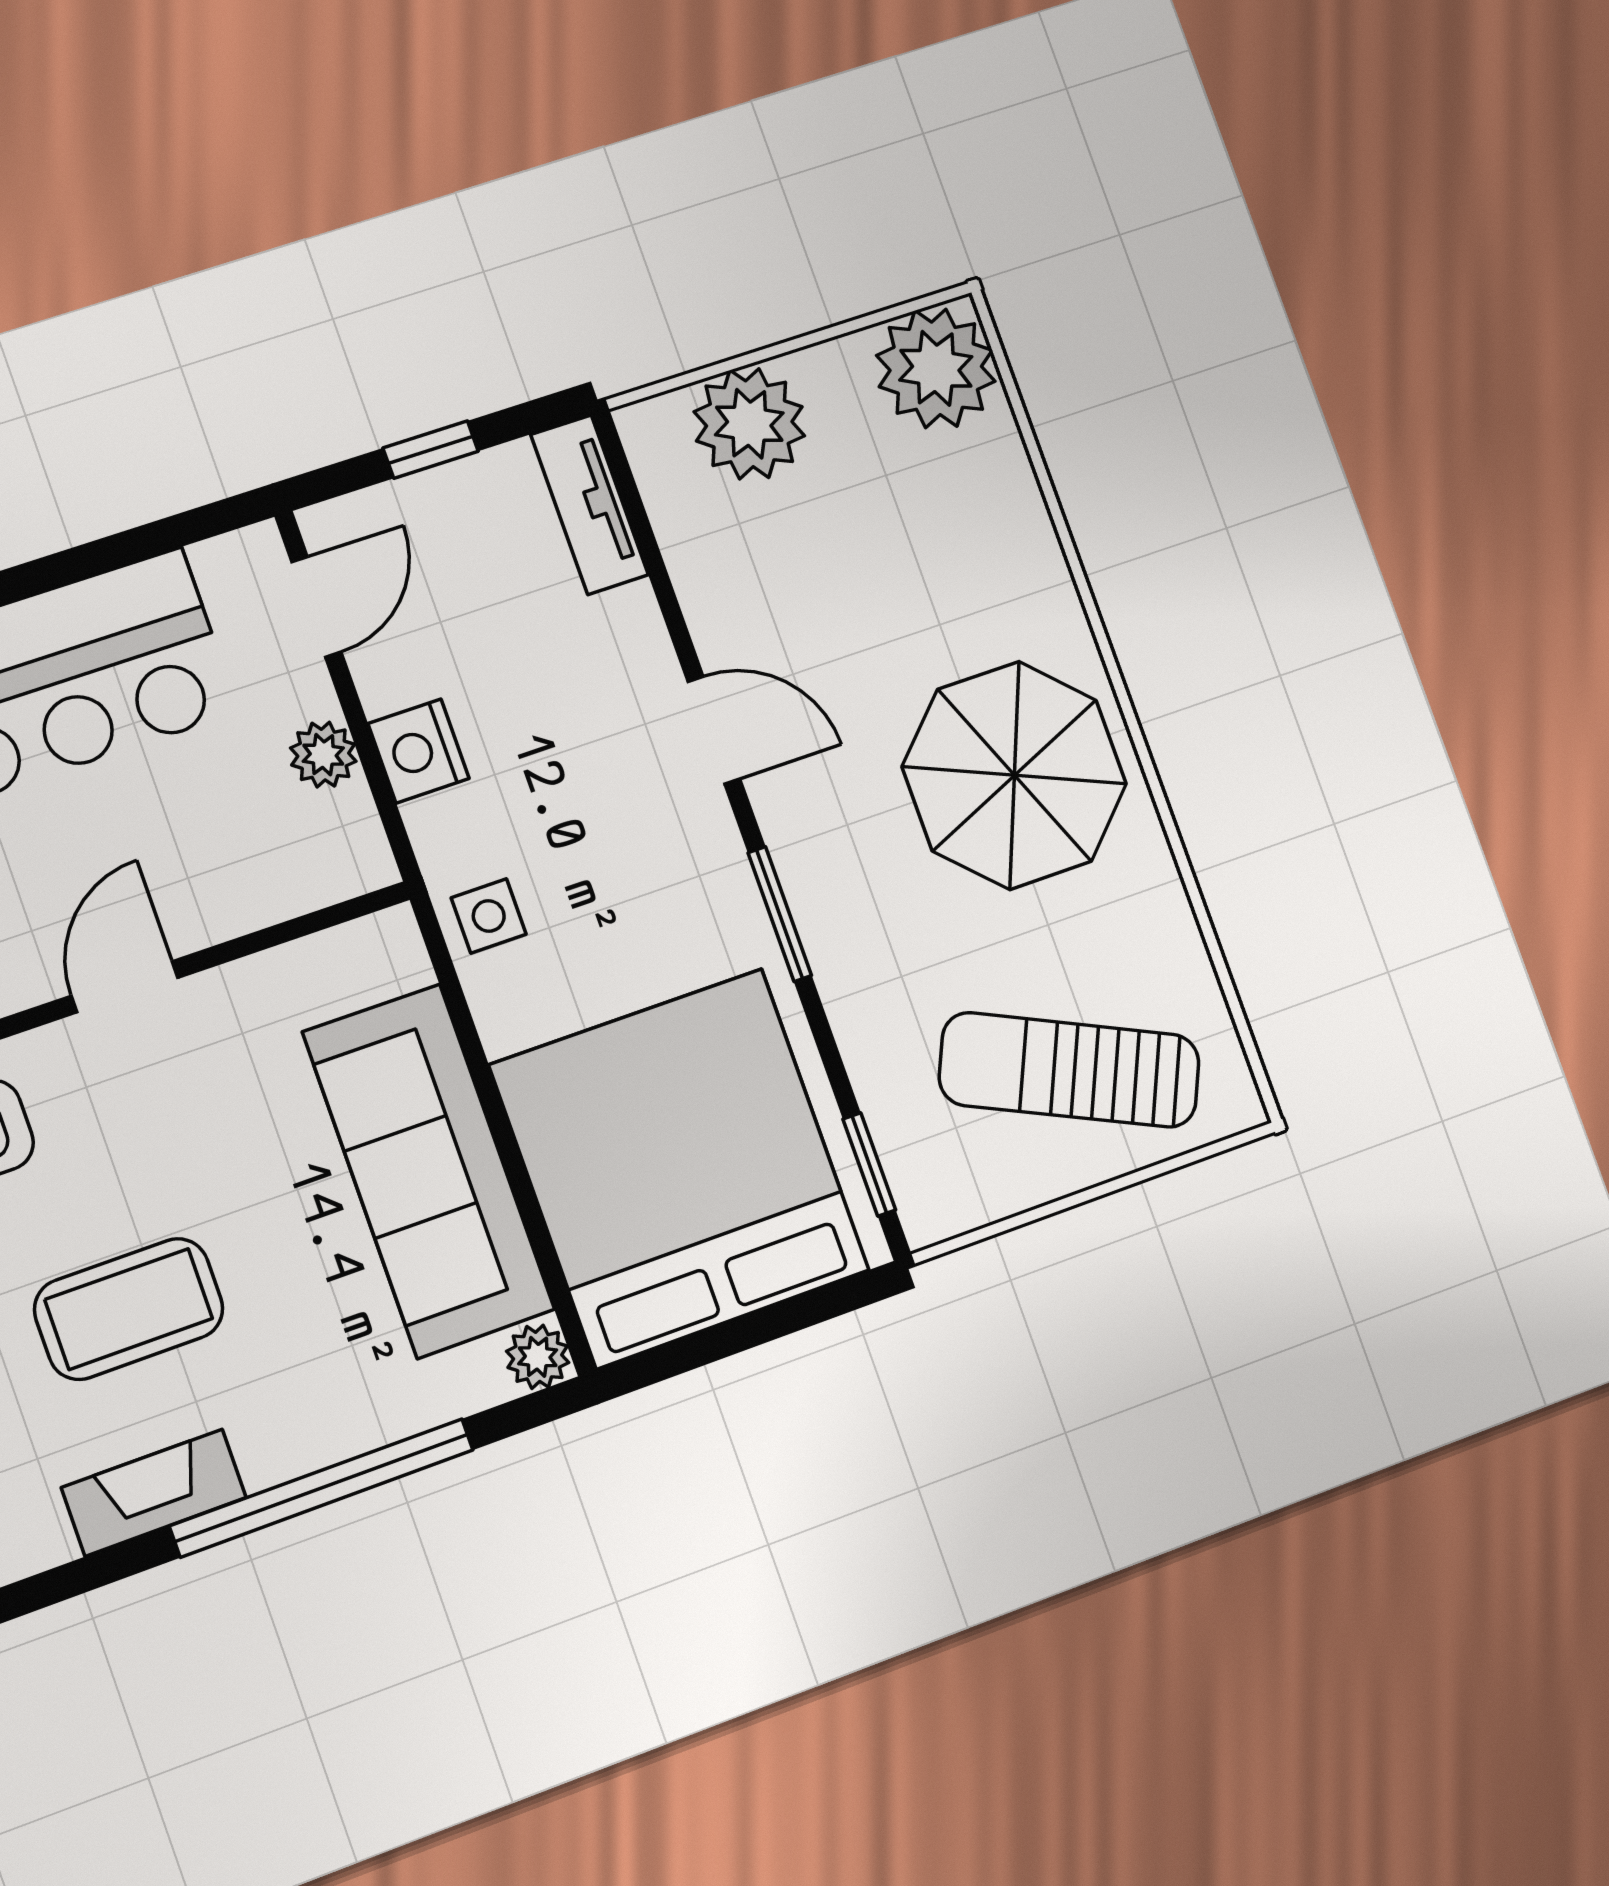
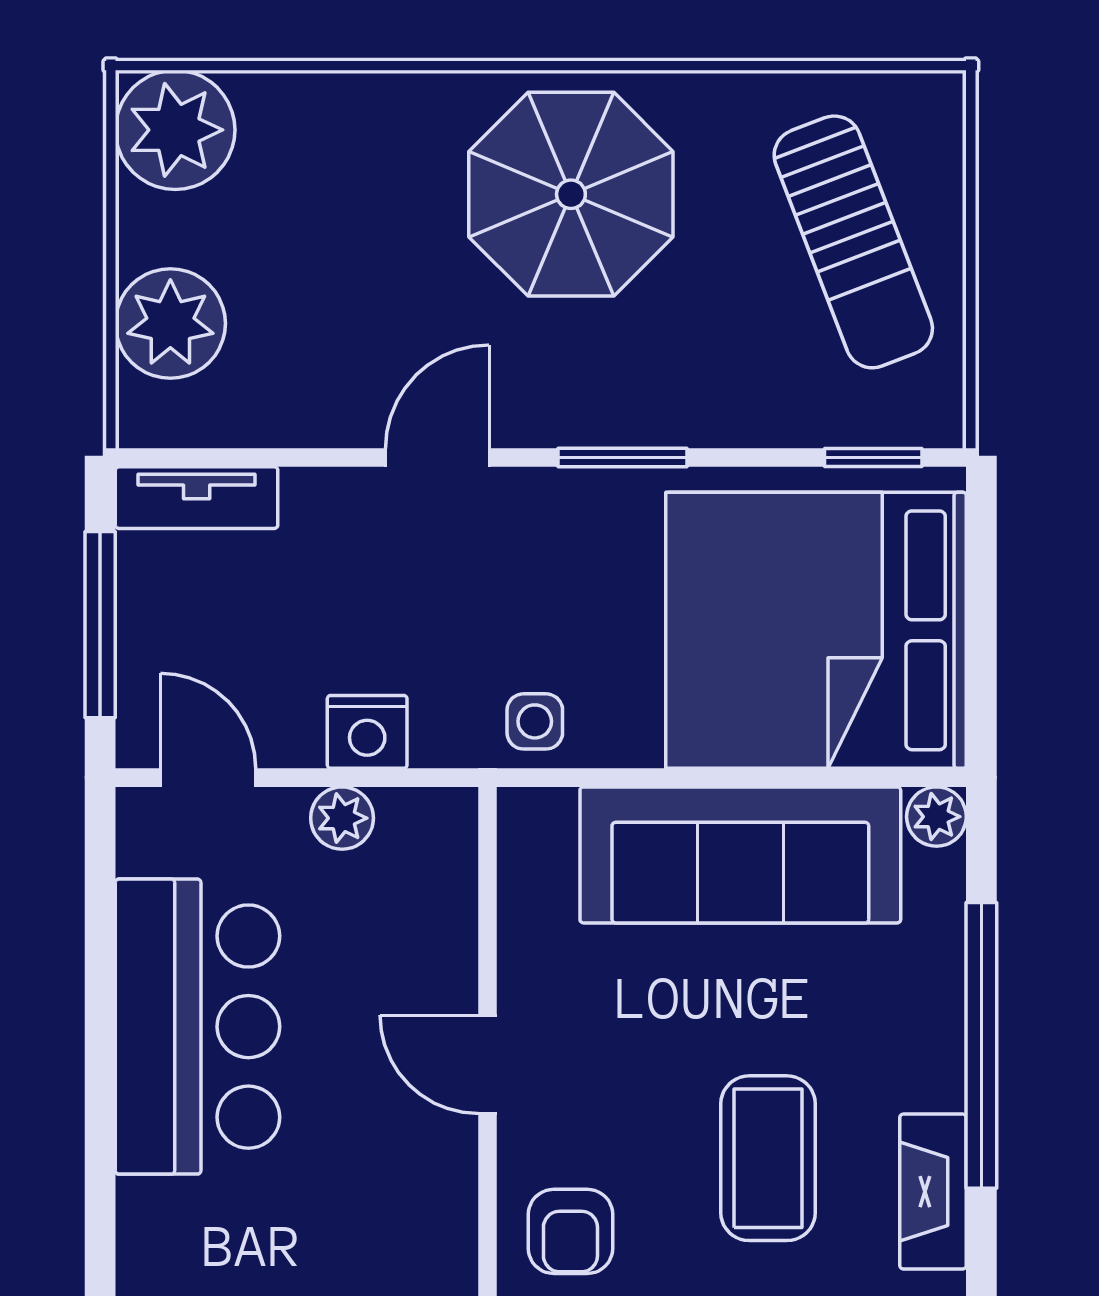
window: (431, 450) -> (100, 625), width x2.17
sun lounger: (1070, 1070) -> (853, 242), turned -46

